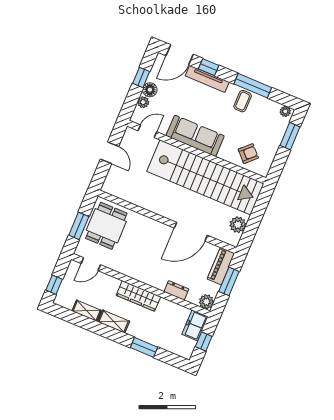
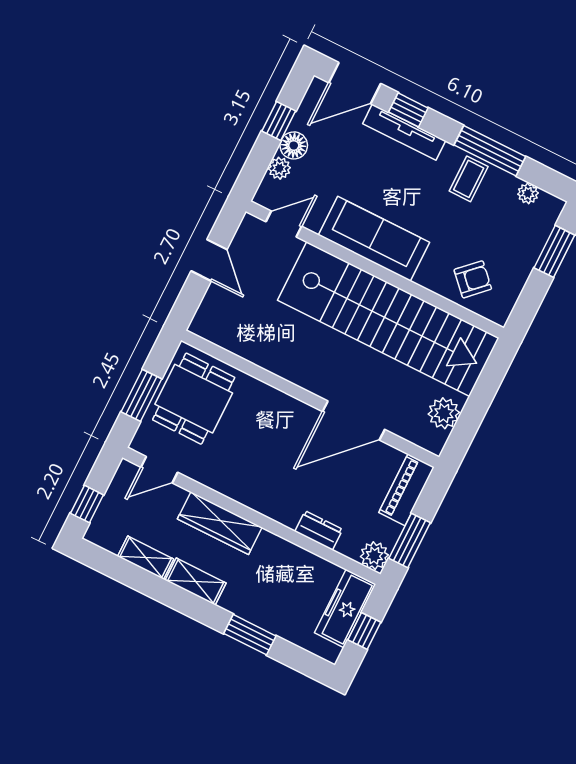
plant: (285, 111) -> (528, 193), moved
window: (229, 281) -> (410, 540), moved
wardrobe: (138, 296) -> (220, 523), moved
freezer: (195, 325) -> (345, 609), width x1.40

